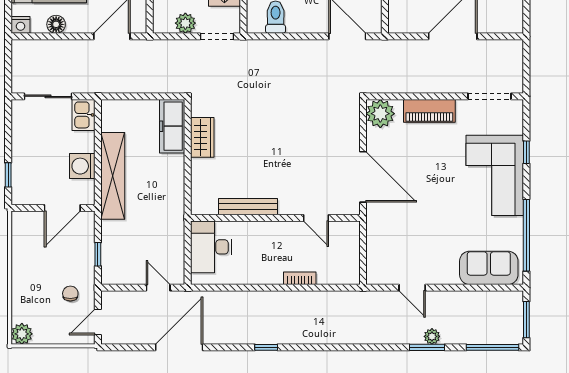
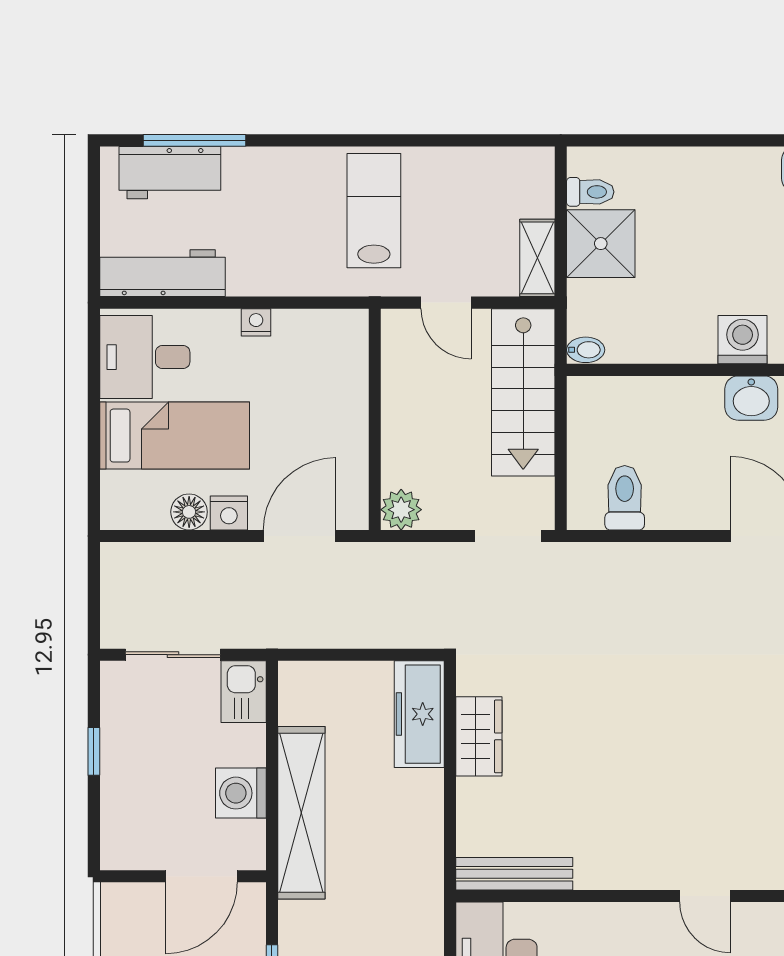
plant: (185, 23) -> (401, 510), moved
nightstand: (20, 25) -> (229, 513), moved
window: (8, 175) -> (94, 751), moved
bench: (248, 207) -> (514, 874), moved

